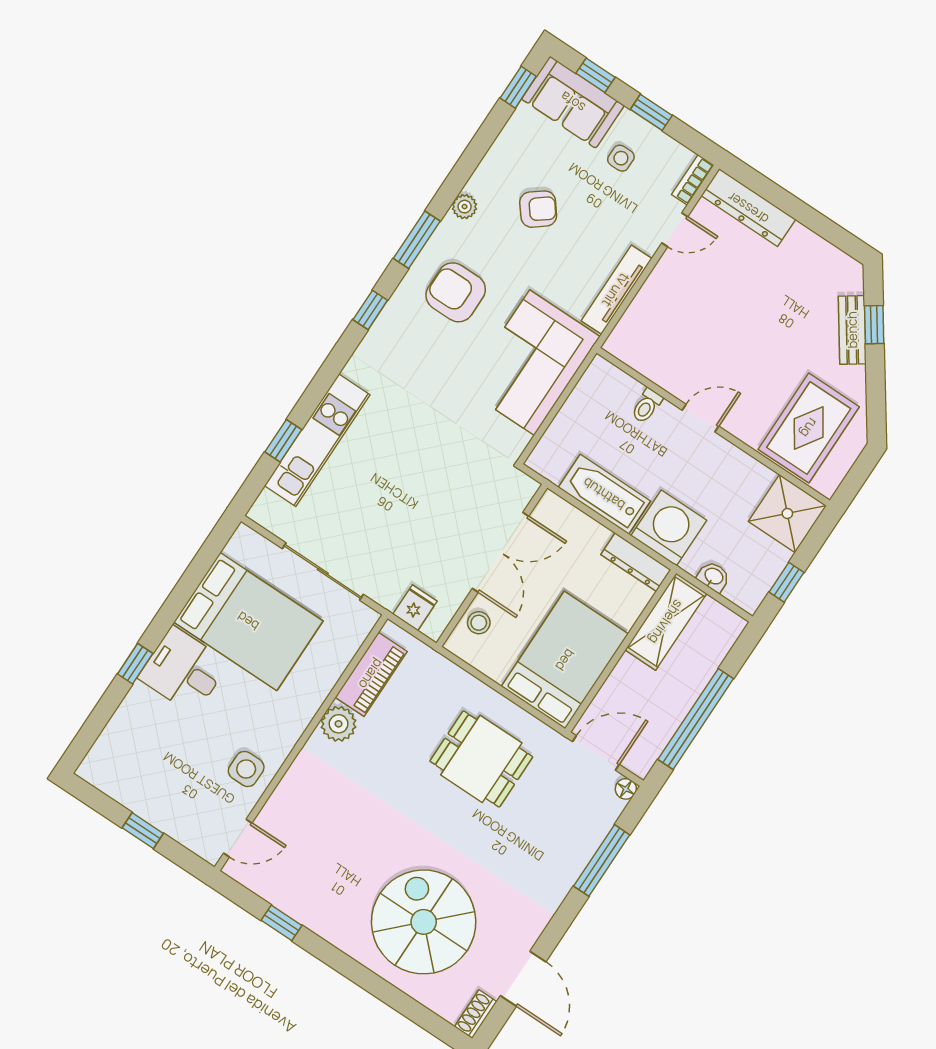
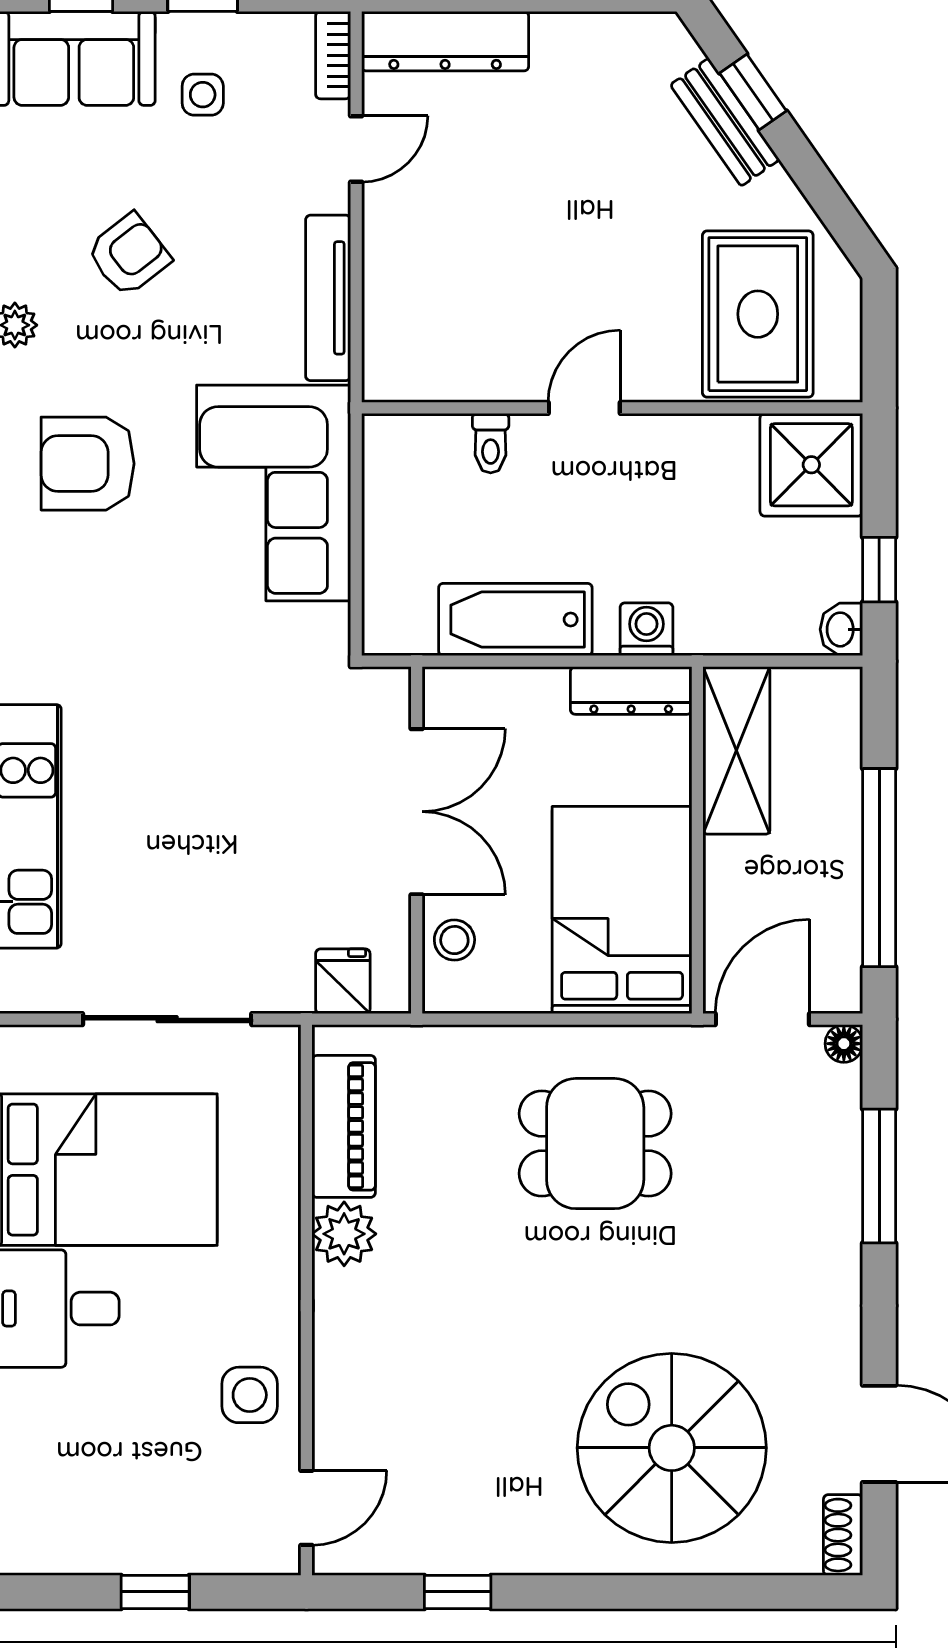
washing machine: (669, 528) -> (646, 629), width x0.53, depth x0.53
washbasin: (714, 577) -> (841, 629), moved, turned -90

